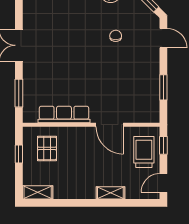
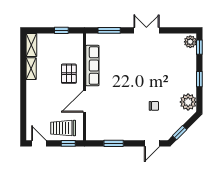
pallet: (47, 148) -> (69, 74), moved, turned 90
trolley: (144, 152) -> (63, 128), turned 180
shelving: (110, 193) -> (31, 69), moved

